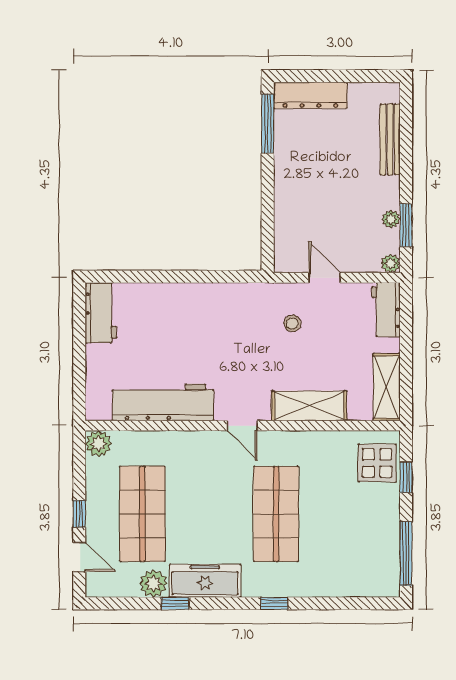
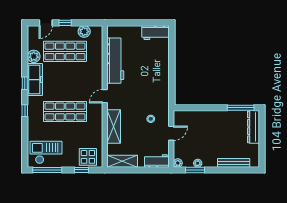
plant: (98, 444) -> (84, 32), moved
checkout: (367, 556) -> (46, 152), added
window: (175, 603) -> (25, 83), moved

